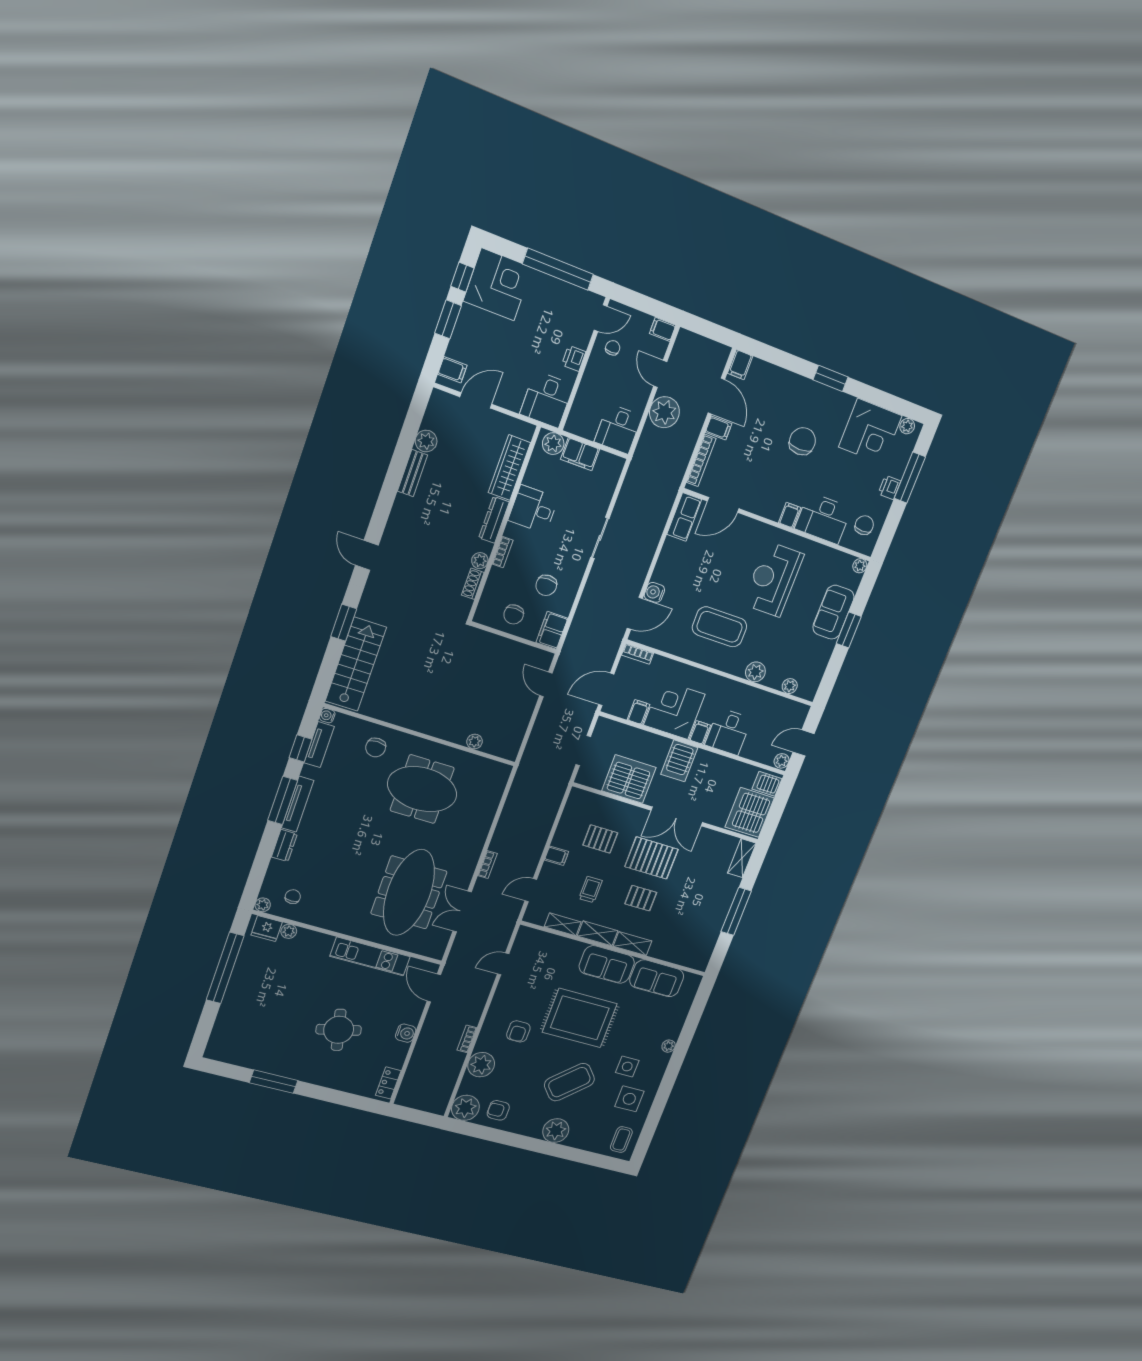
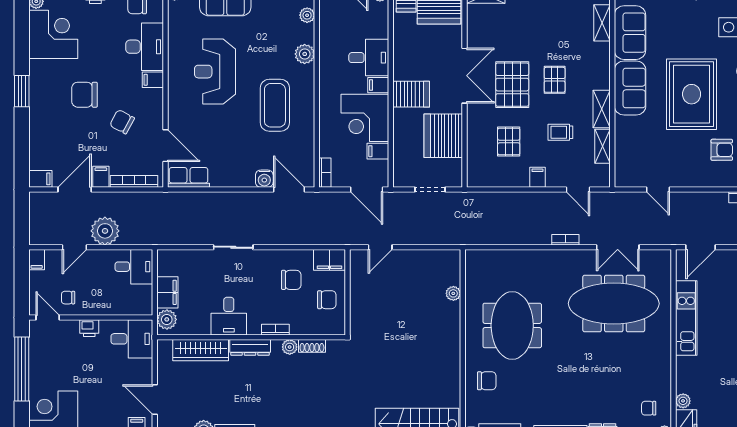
chair: (762, 470) -> (122, 122), added
reception desk: (773, 579) -> (215, 72), turned 90
shelving: (633, 944) -> (602, 23), moved

